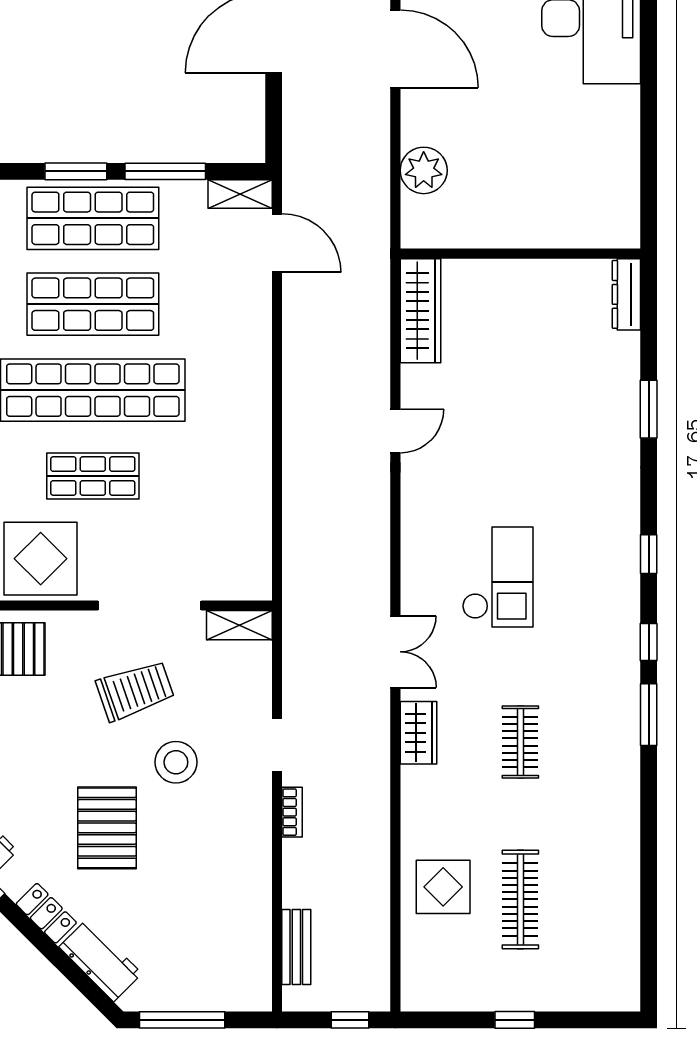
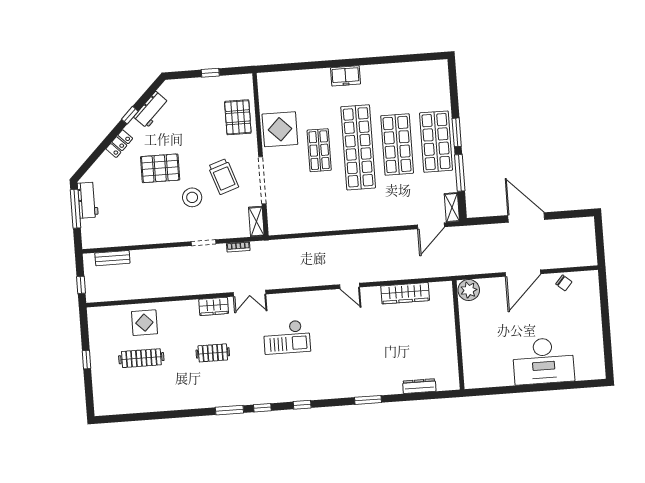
wall: (520, 254) -> (458, 335), moved
bookcase: (292, 812) -> (238, 247), moved
workbench: (100, 960) -> (88, 200), moved, turned -45

